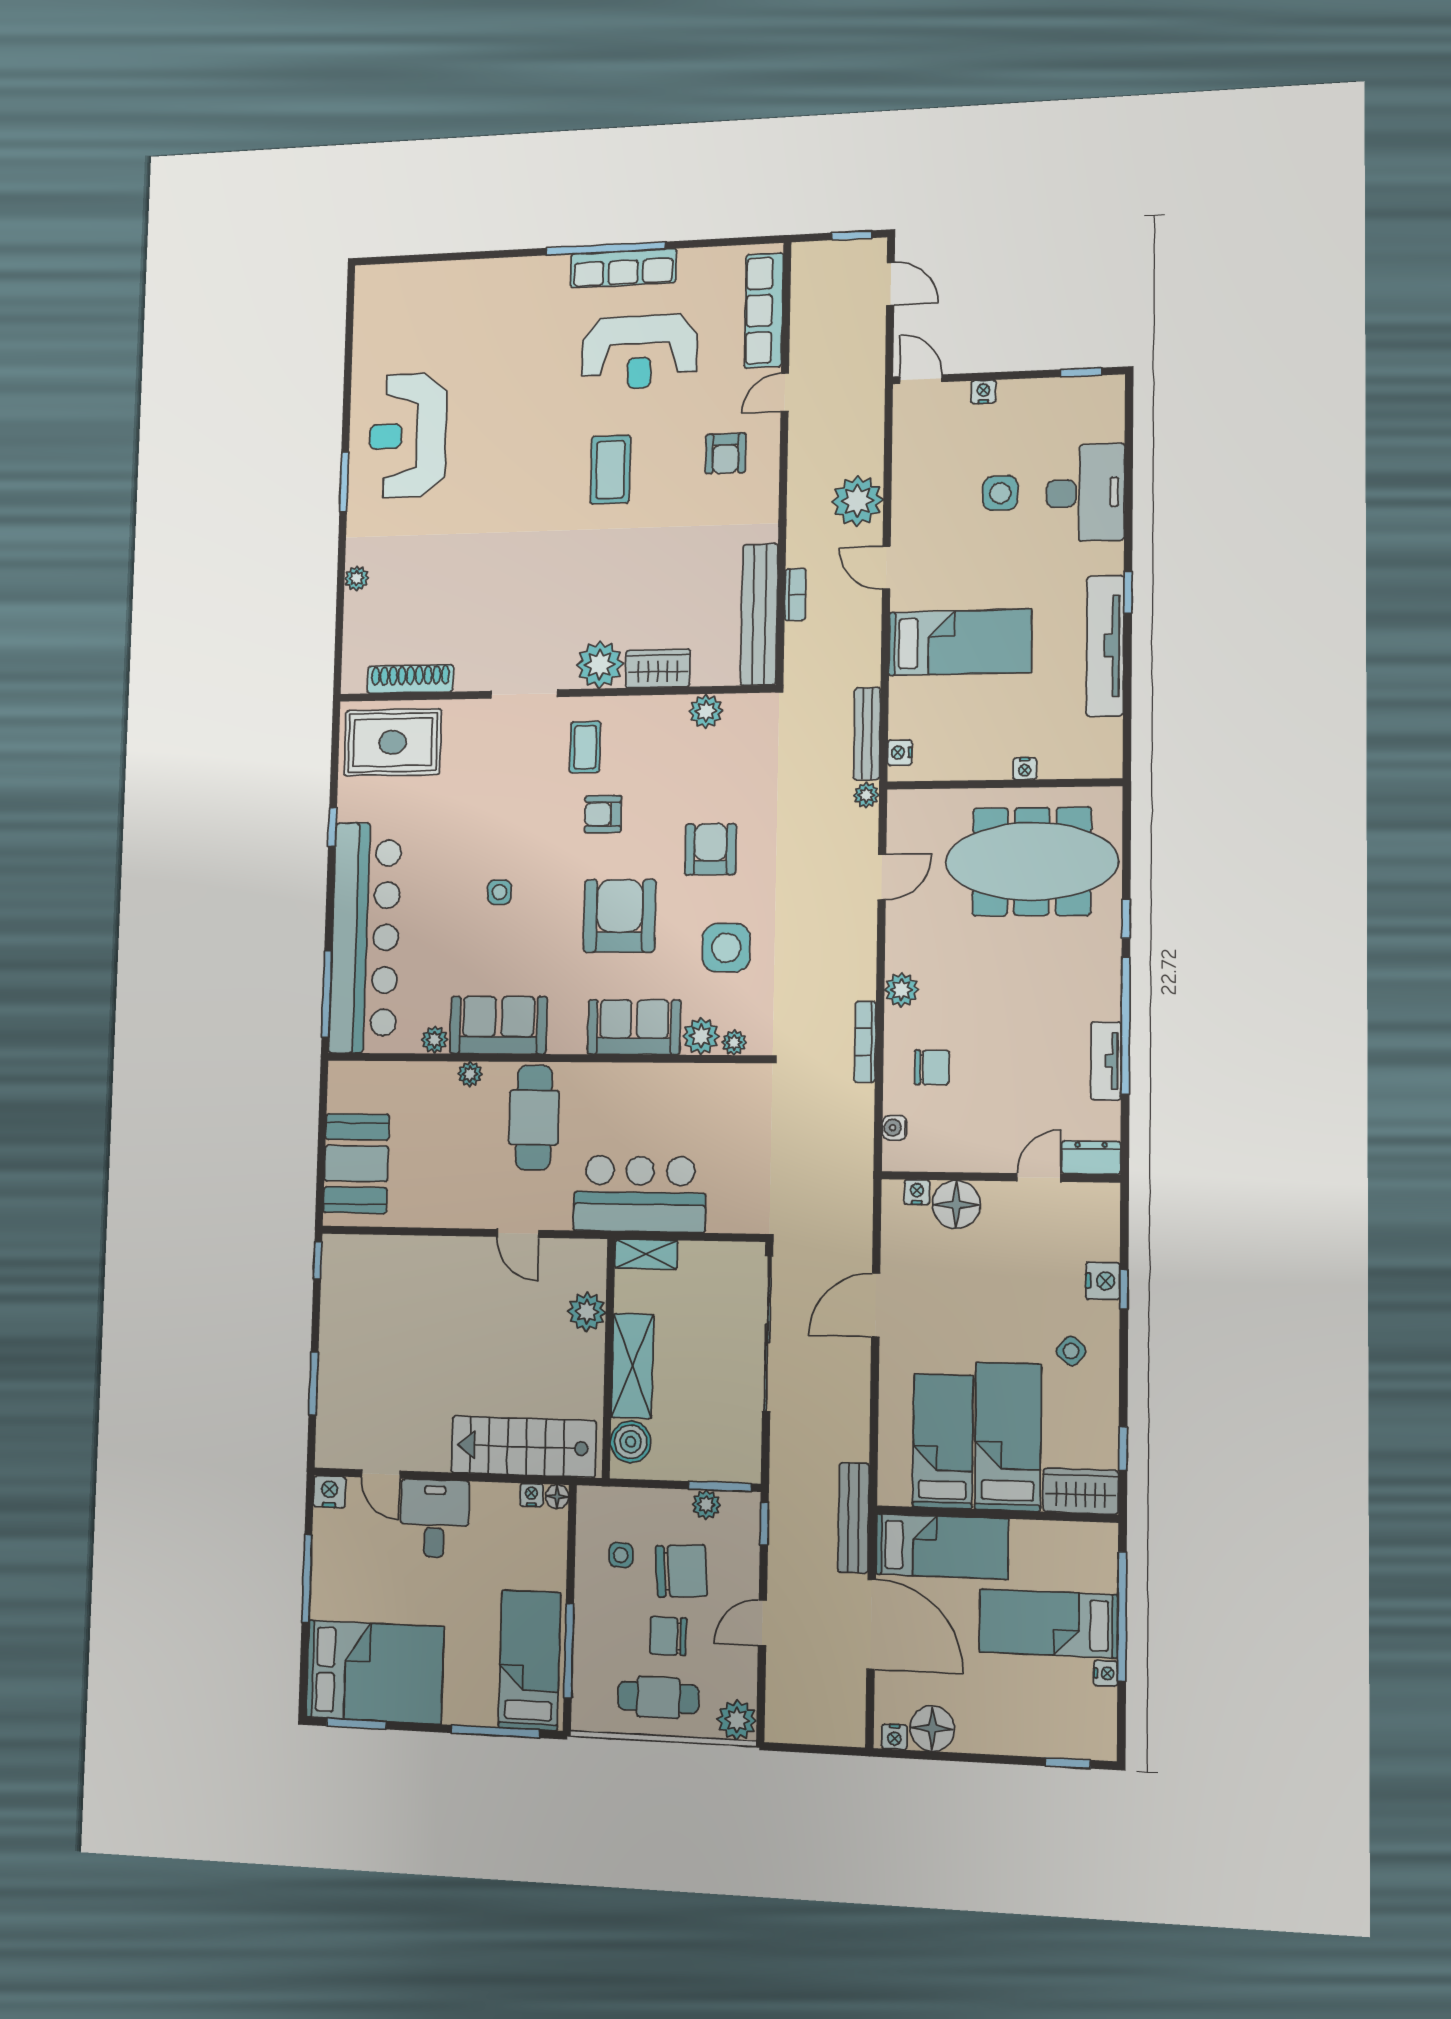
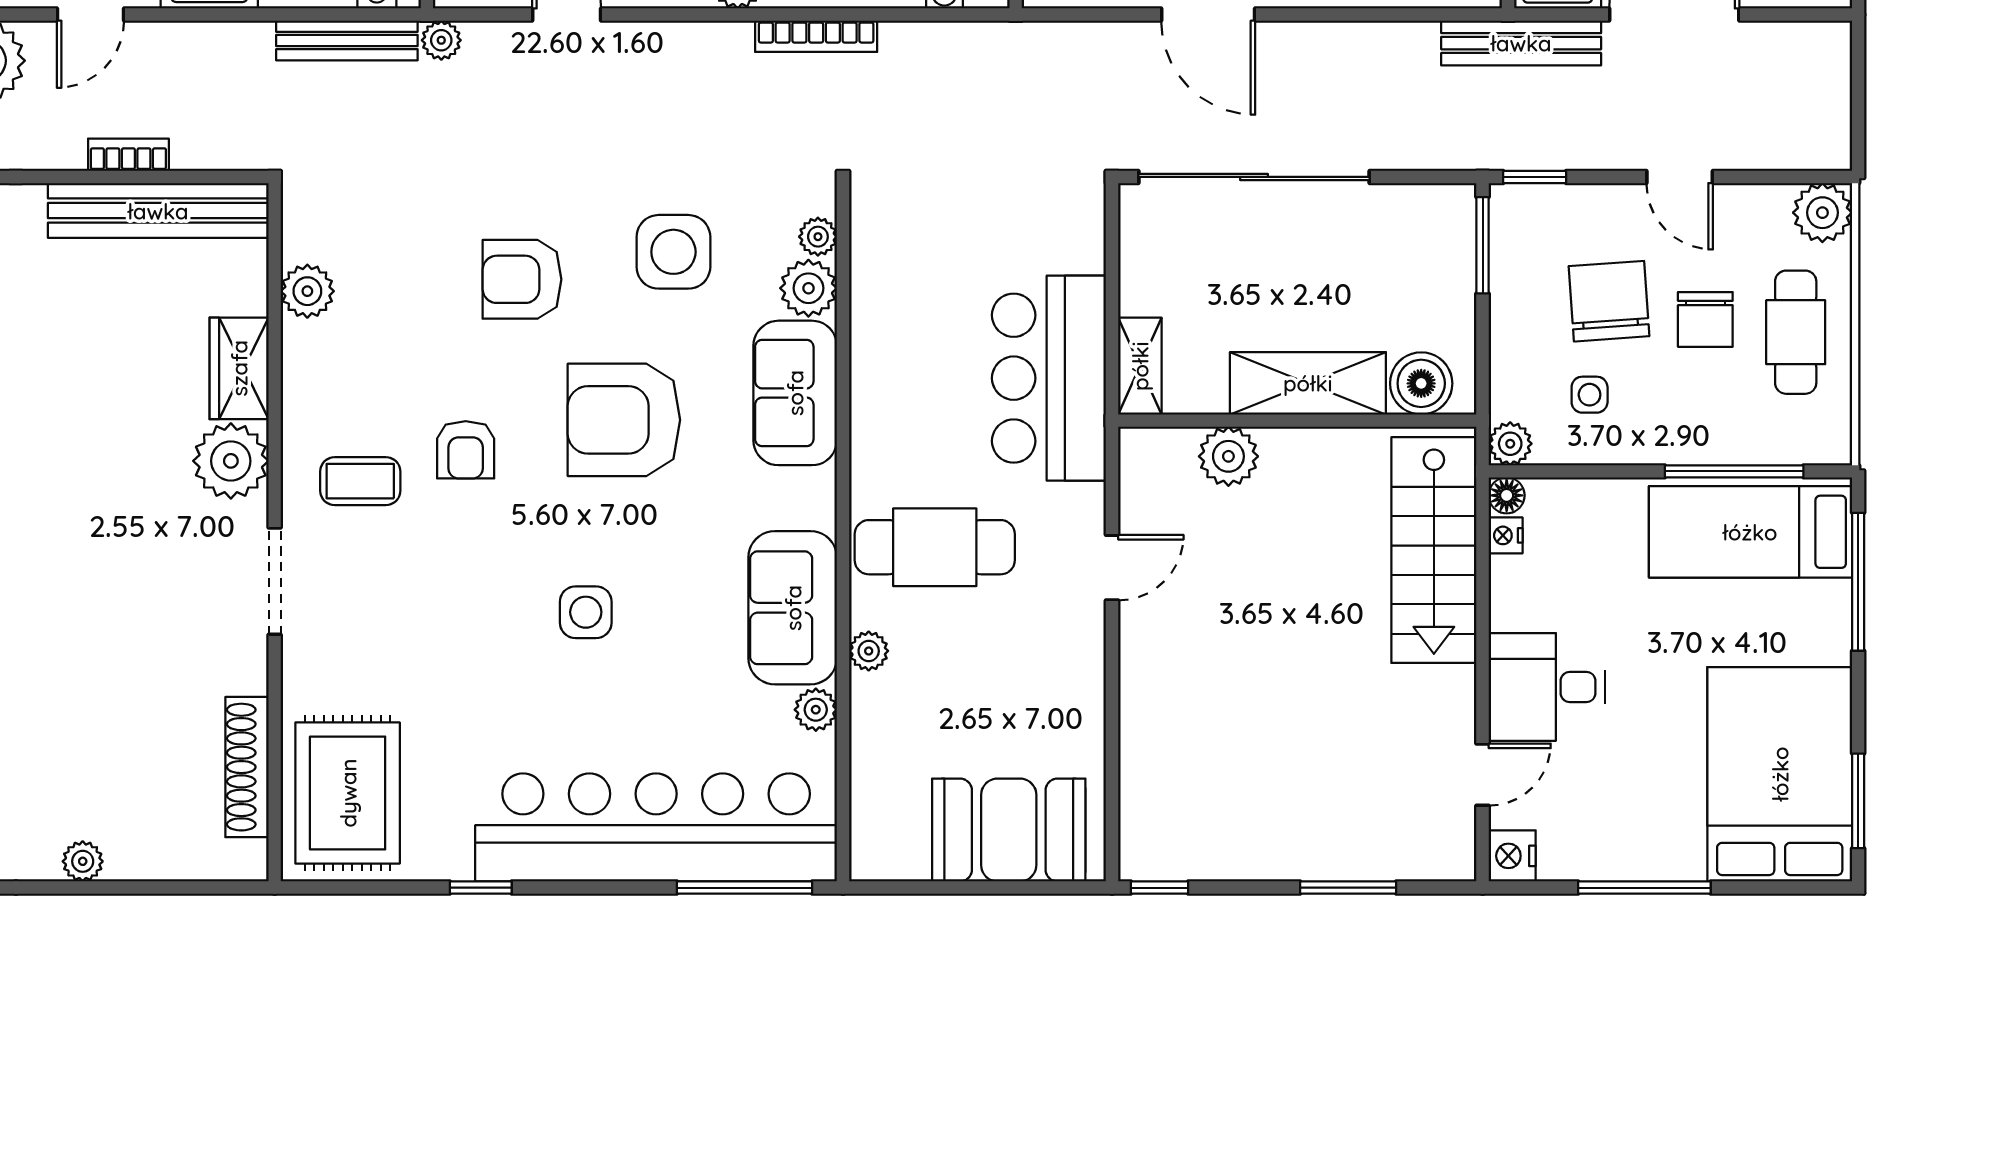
side table: (499, 892) -> (586, 612), width x1.37, depth x1.37
plant: (706, 1505) -> (1510, 444), moved

